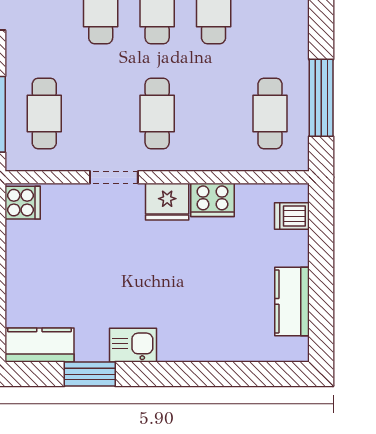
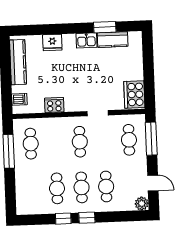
fridge: (167, 202) -> (52, 42), moved, turned 180
cooker: (23, 203) -> (134, 94), width x1.87, depth x1.31
kitchen counter: (292, 301) -> (18, 62), width x1.50
kitchen counter: (39, 345) -> (113, 40), moved

